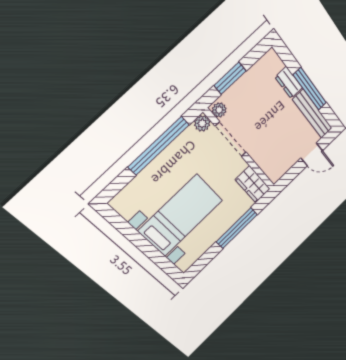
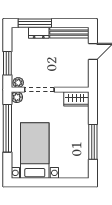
window: (310, 89) -> (35, 23), moved
bed with nightstands: (181, 215) -> (35, 151), moved
window: (237, 228) -> (93, 142), moved

